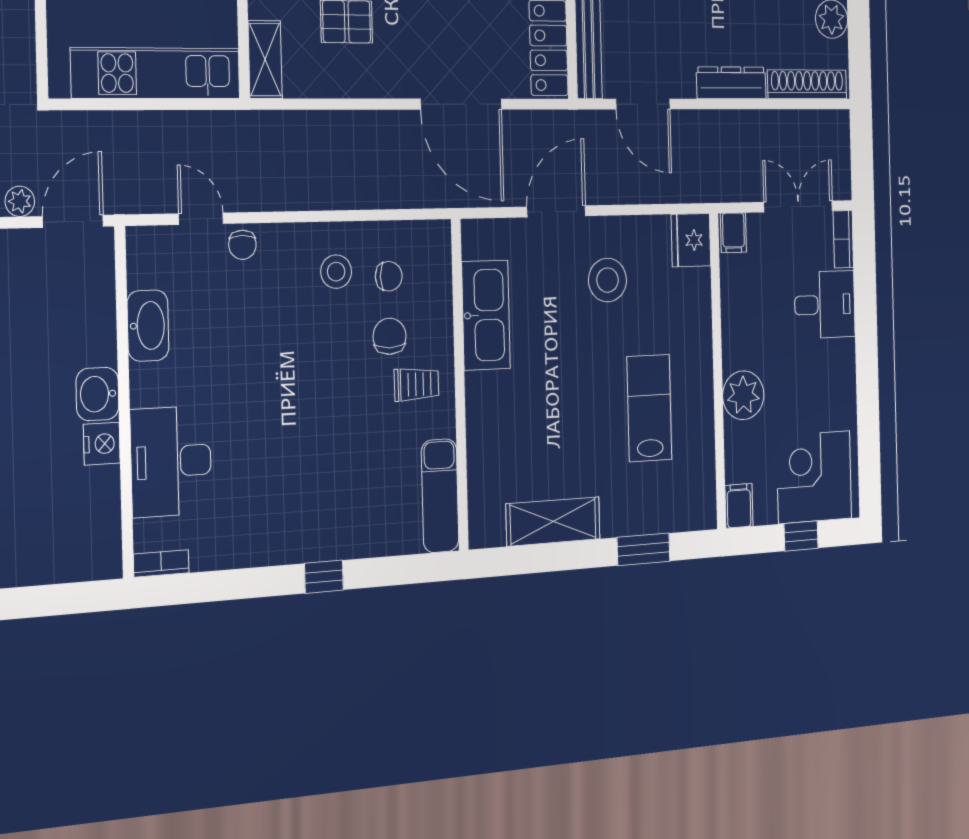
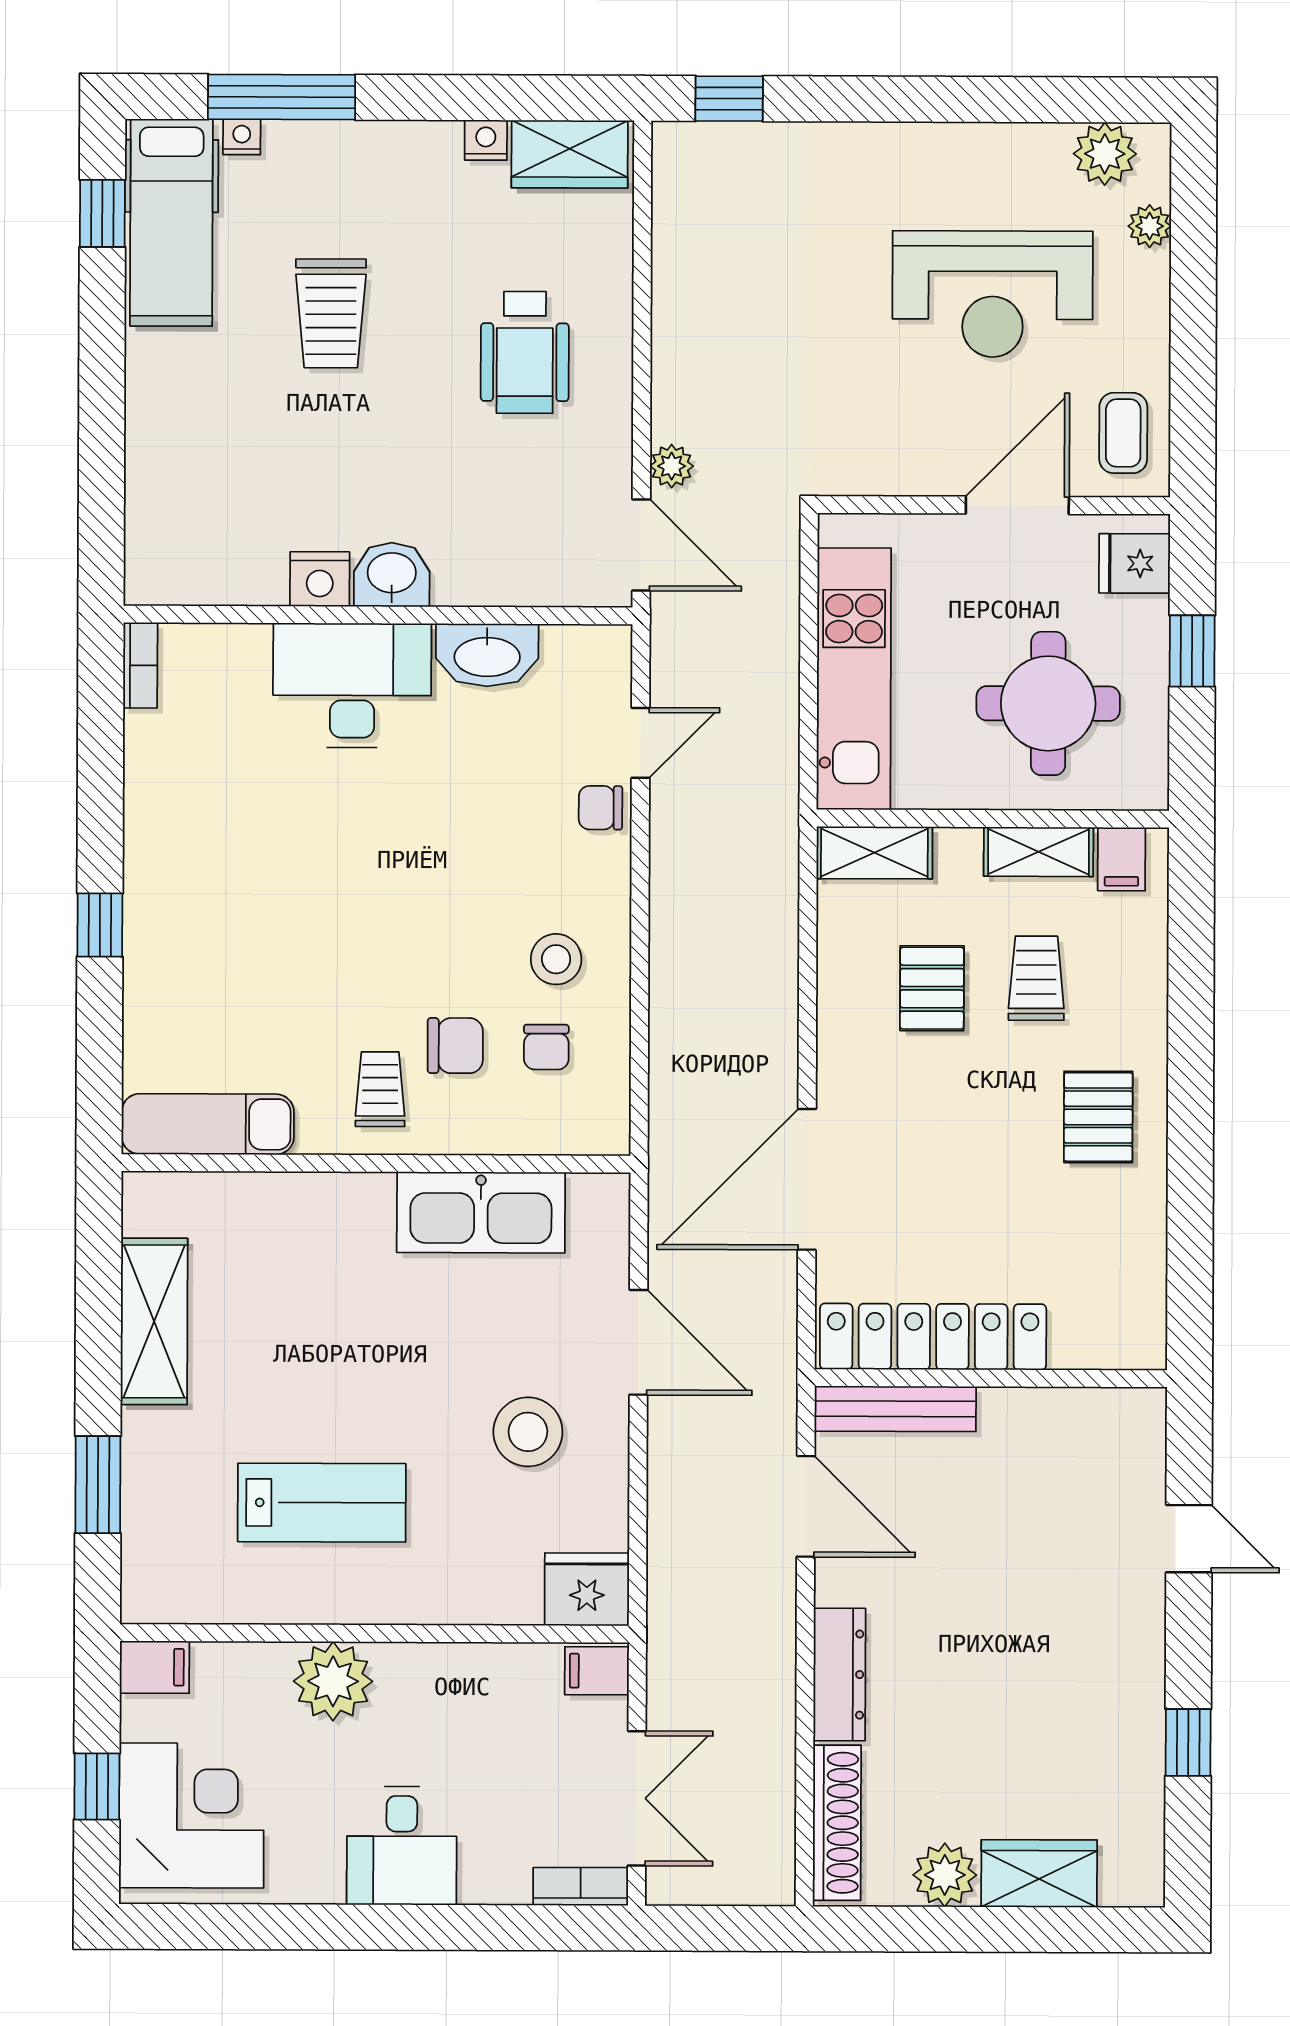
door: (643, 104) -> (806, 1506), swing flipped
desk: (825, 305) -> (402, 1846), moved
trolley: (417, 384) -> (380, 1089), turned 180
desk: (171, 461) -> (352, 685), moved

